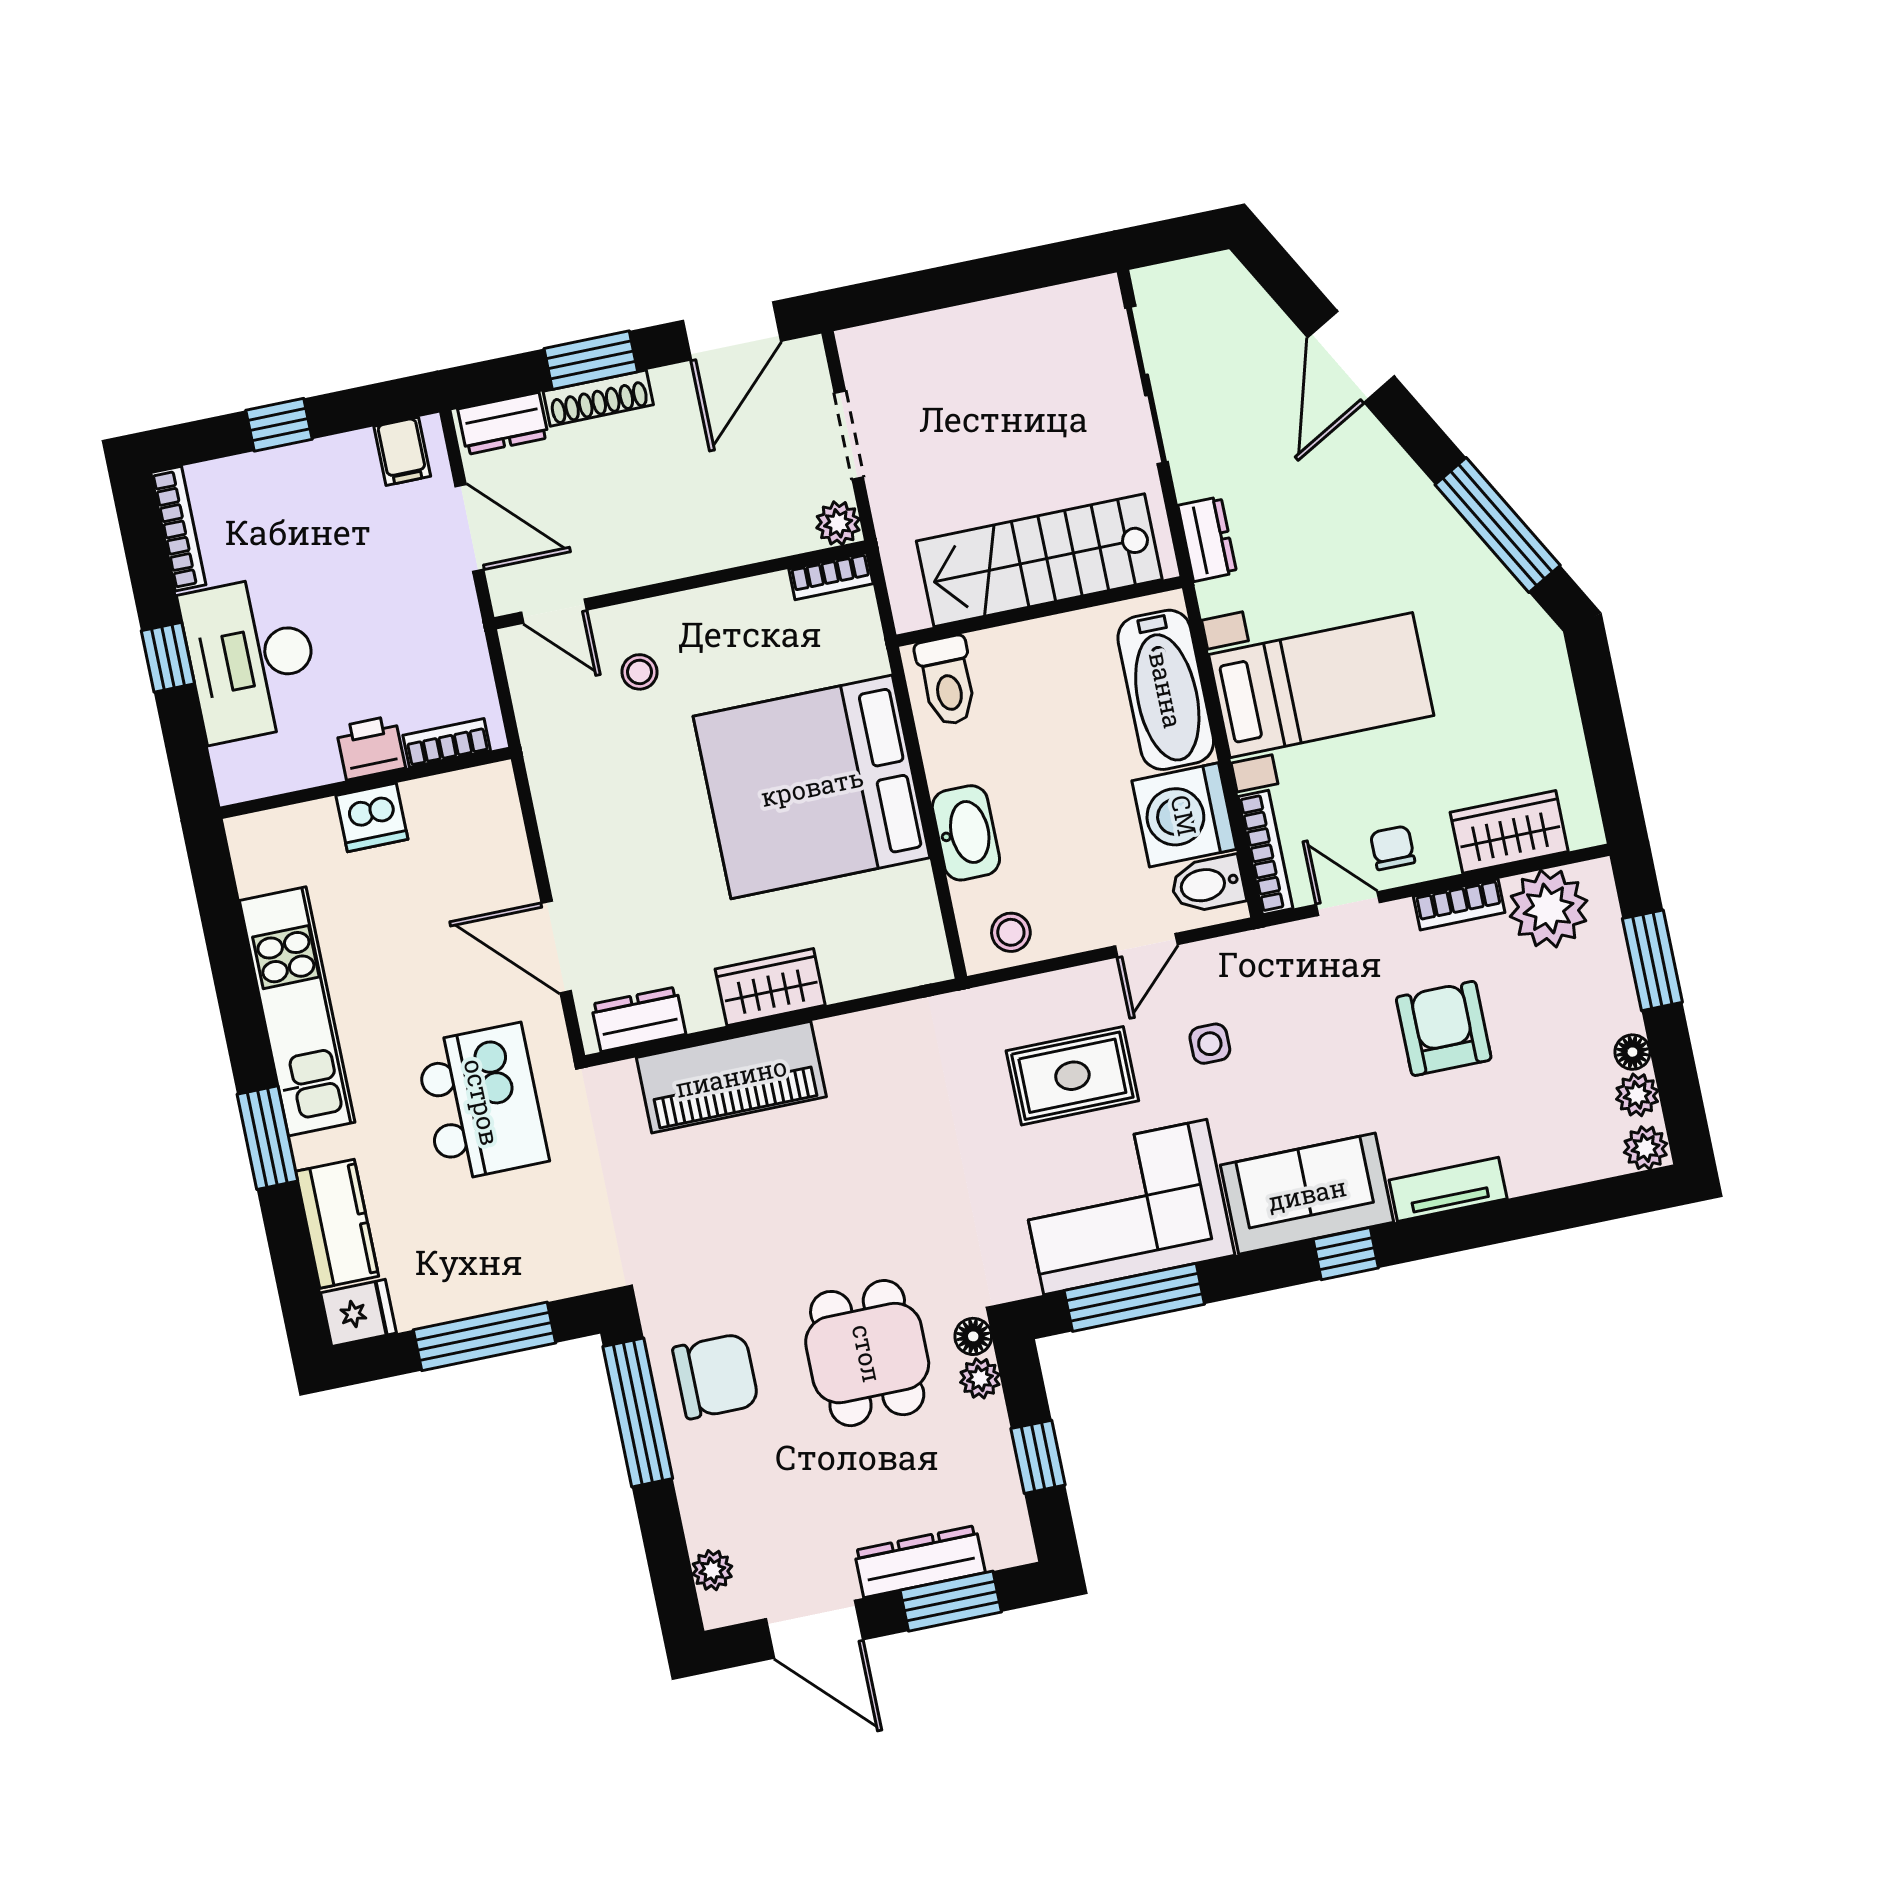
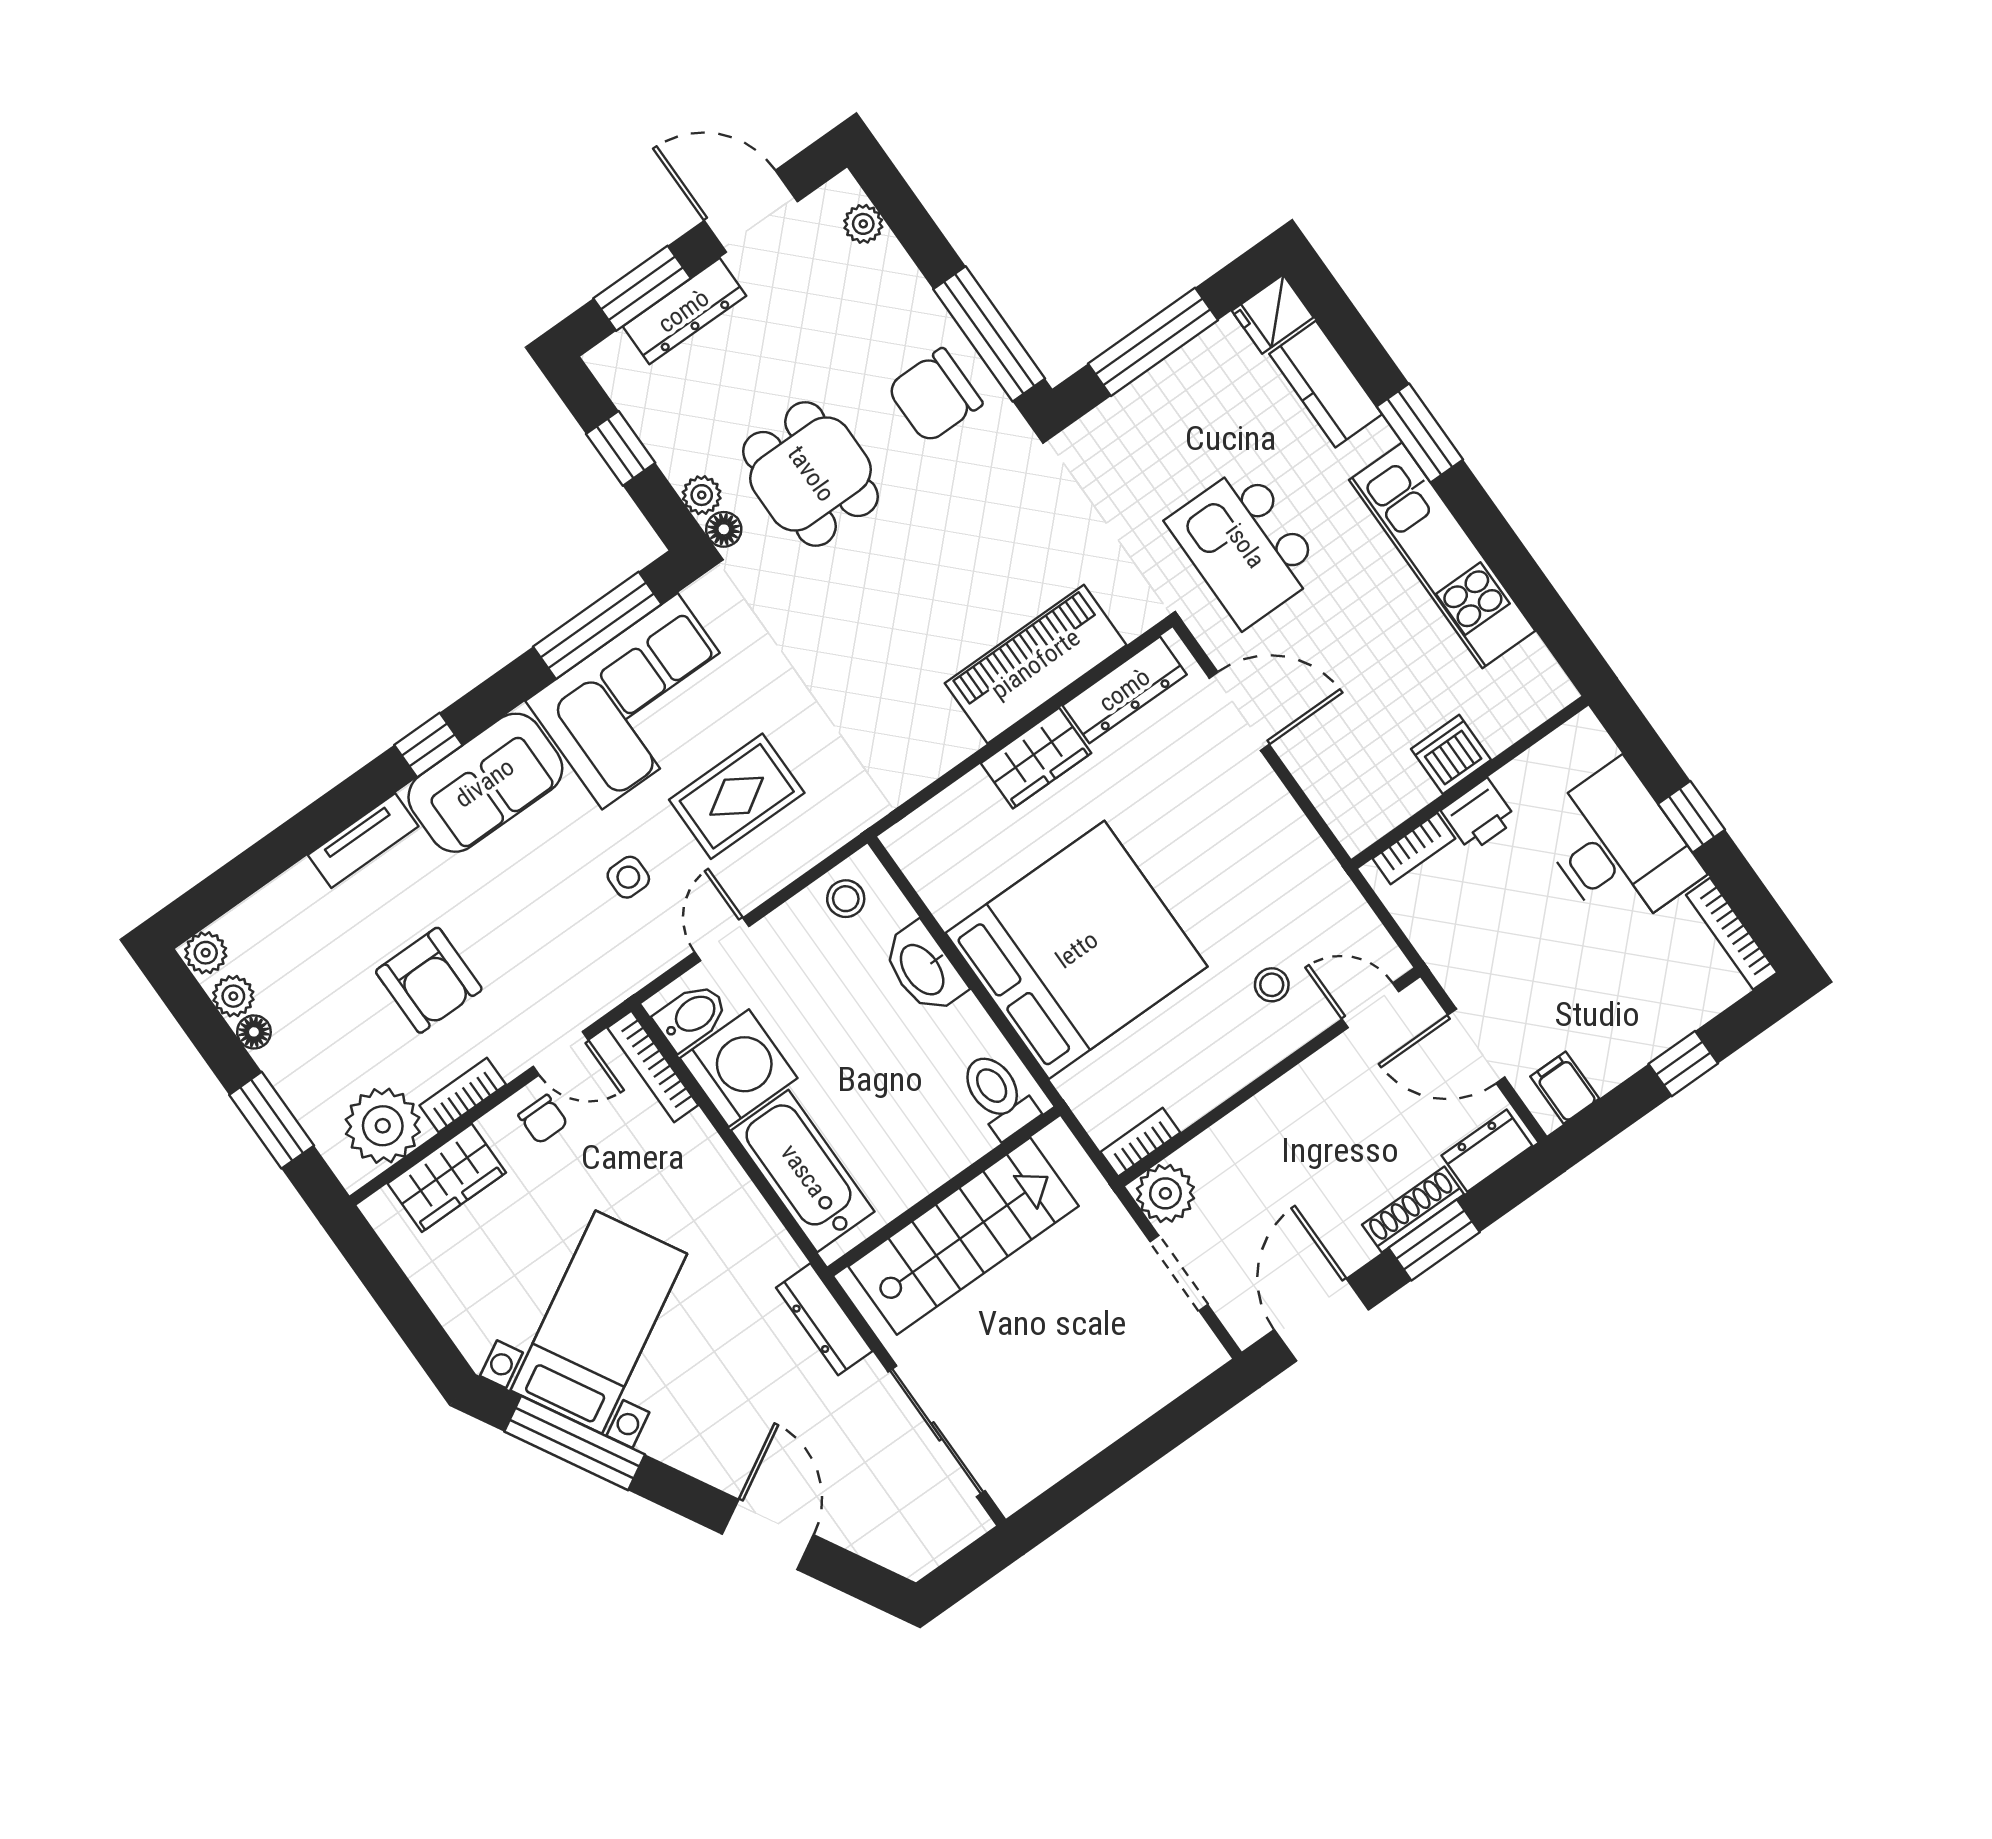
plant: (838, 523) -> (1165, 1193), width x1.38, depth x1.38
dresser: (1207, 539) -> (824, 1319), width x1.44
bed with nightstands: (1321, 685) -> (599, 1322), moved, turned 151
dresser: (639, 1019) -> (1125, 690), width x1.44

